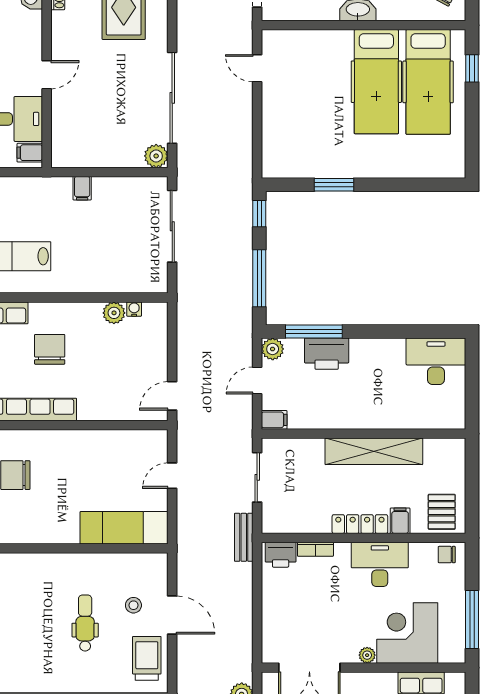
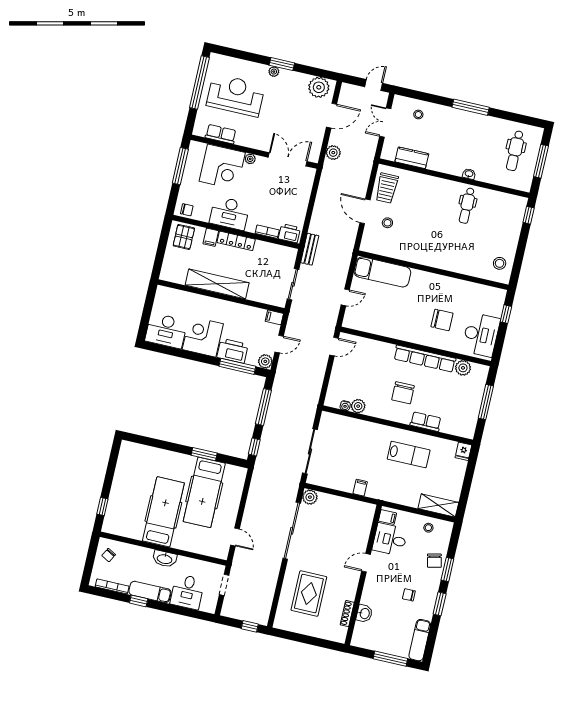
hospital bed: (428, 82) -> (204, 492), moved, turned 180
corner desk: (377, 365) -> (203, 337), added
dental chair: (85, 623) -> (467, 206), moved

